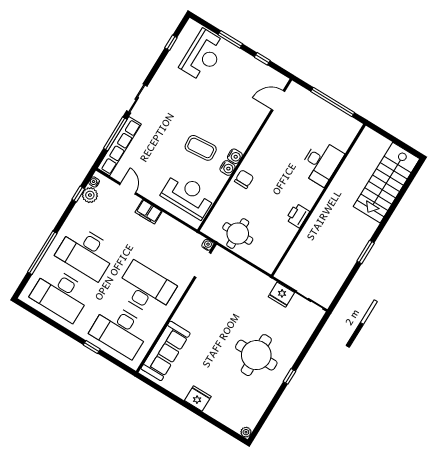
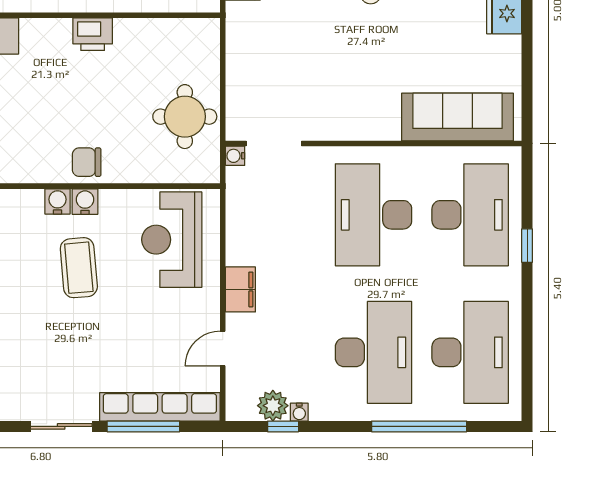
water cooler: (94, 182) -> (299, 412), moved

